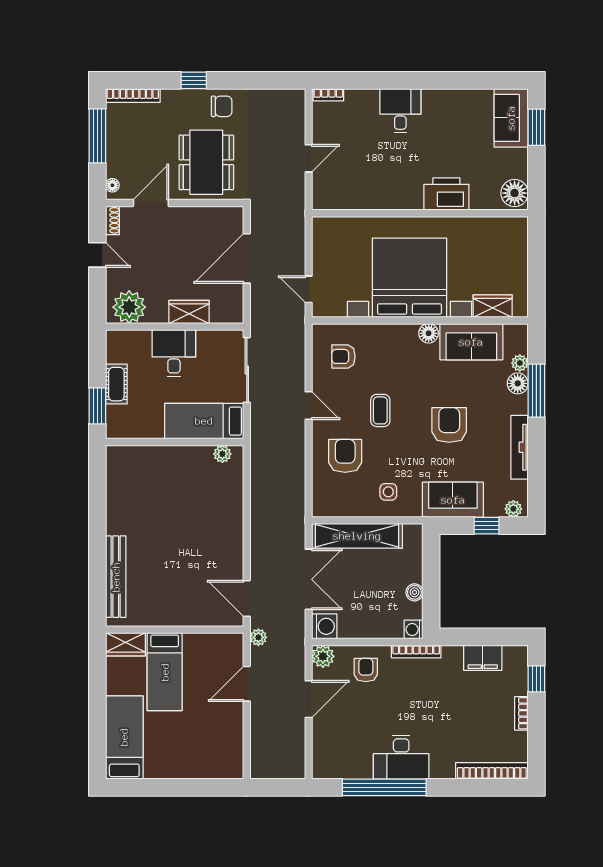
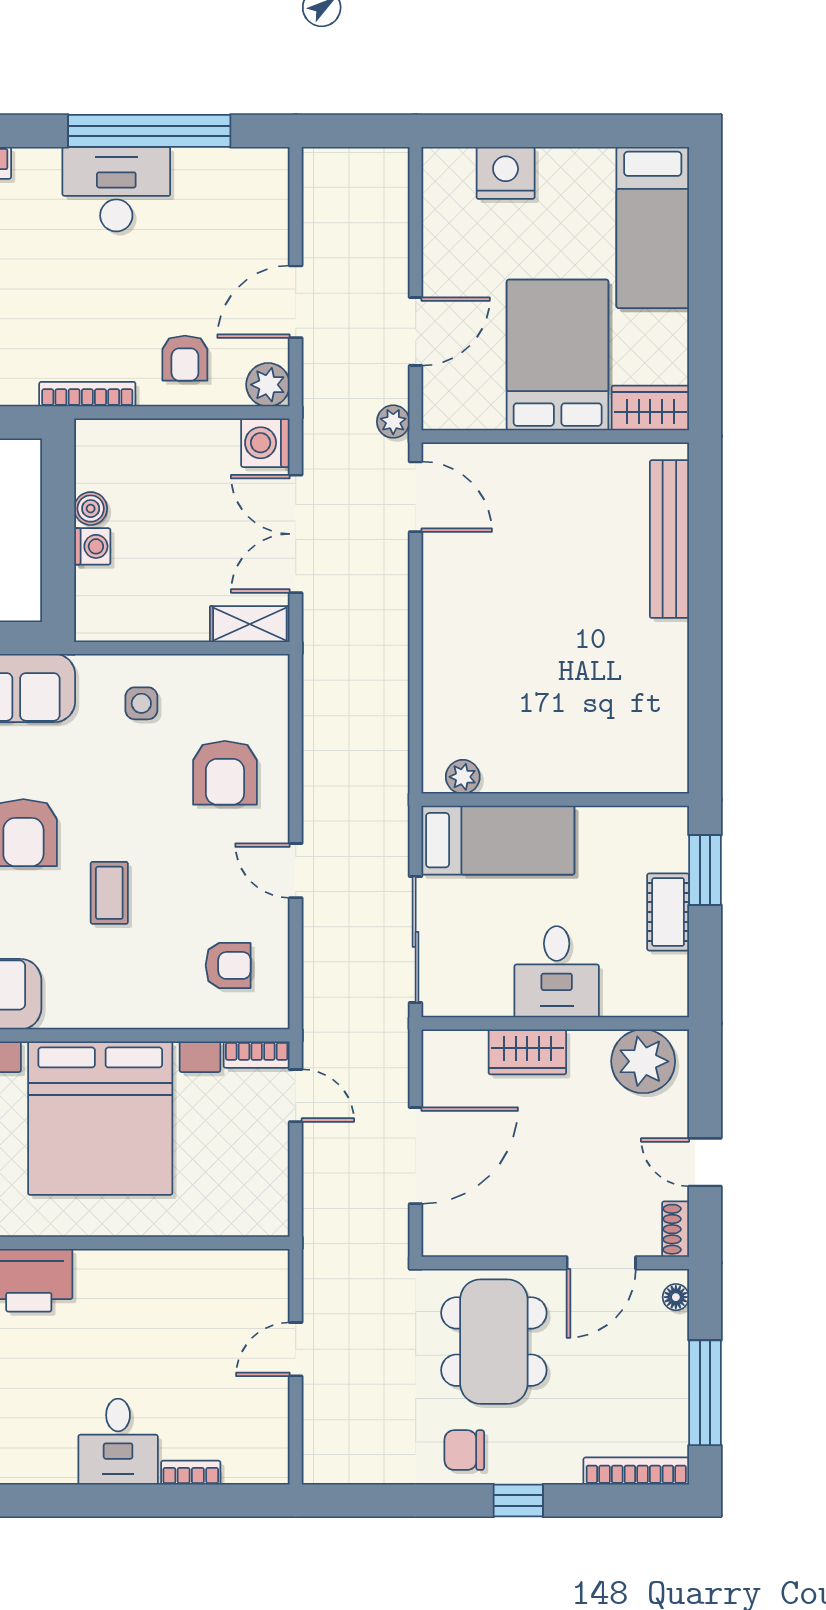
bookcase: (328, 95) -> (191, 1473), moved
bookcase: (329, 310) -> (257, 1055), added
floor lamp: (429, 333) -> (63, 1010), removed
coffee table: (380, 410) -> (109, 893), moved
shelving: (357, 536) -> (250, 624), width x0.45, depth x0.75
washing machine: (414, 630) -> (92, 546), moved
bed: (165, 672) -> (558, 355), width x1.50
nightstand: (200, 766) -> (506, 173), added

